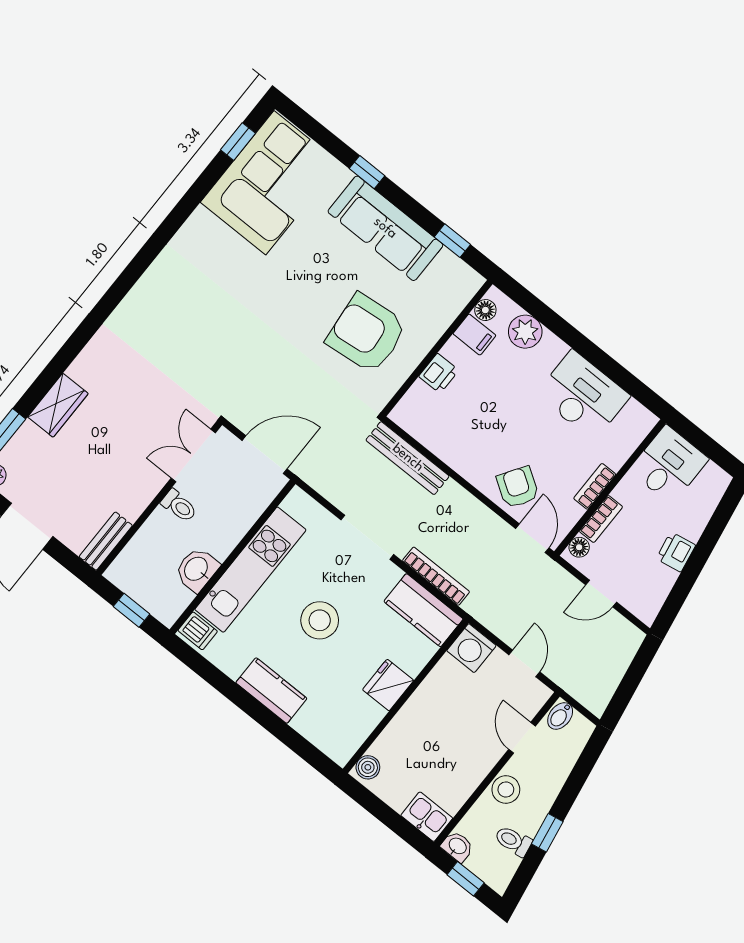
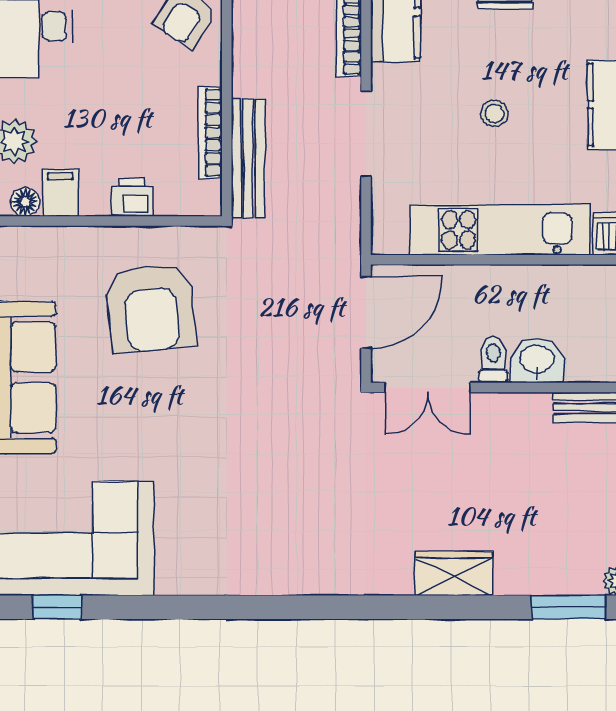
wardrobe: (58, 405) -> (454, 573), moved
bookcase: (440, 448) -> (210, 133), added
door: (265, 455) -> (366, 312), swing flipped
washbasin: (197, 569) -> (537, 360), moved, turned 180
stool: (320, 620) -> (495, 113), width x0.53, depth x0.53

